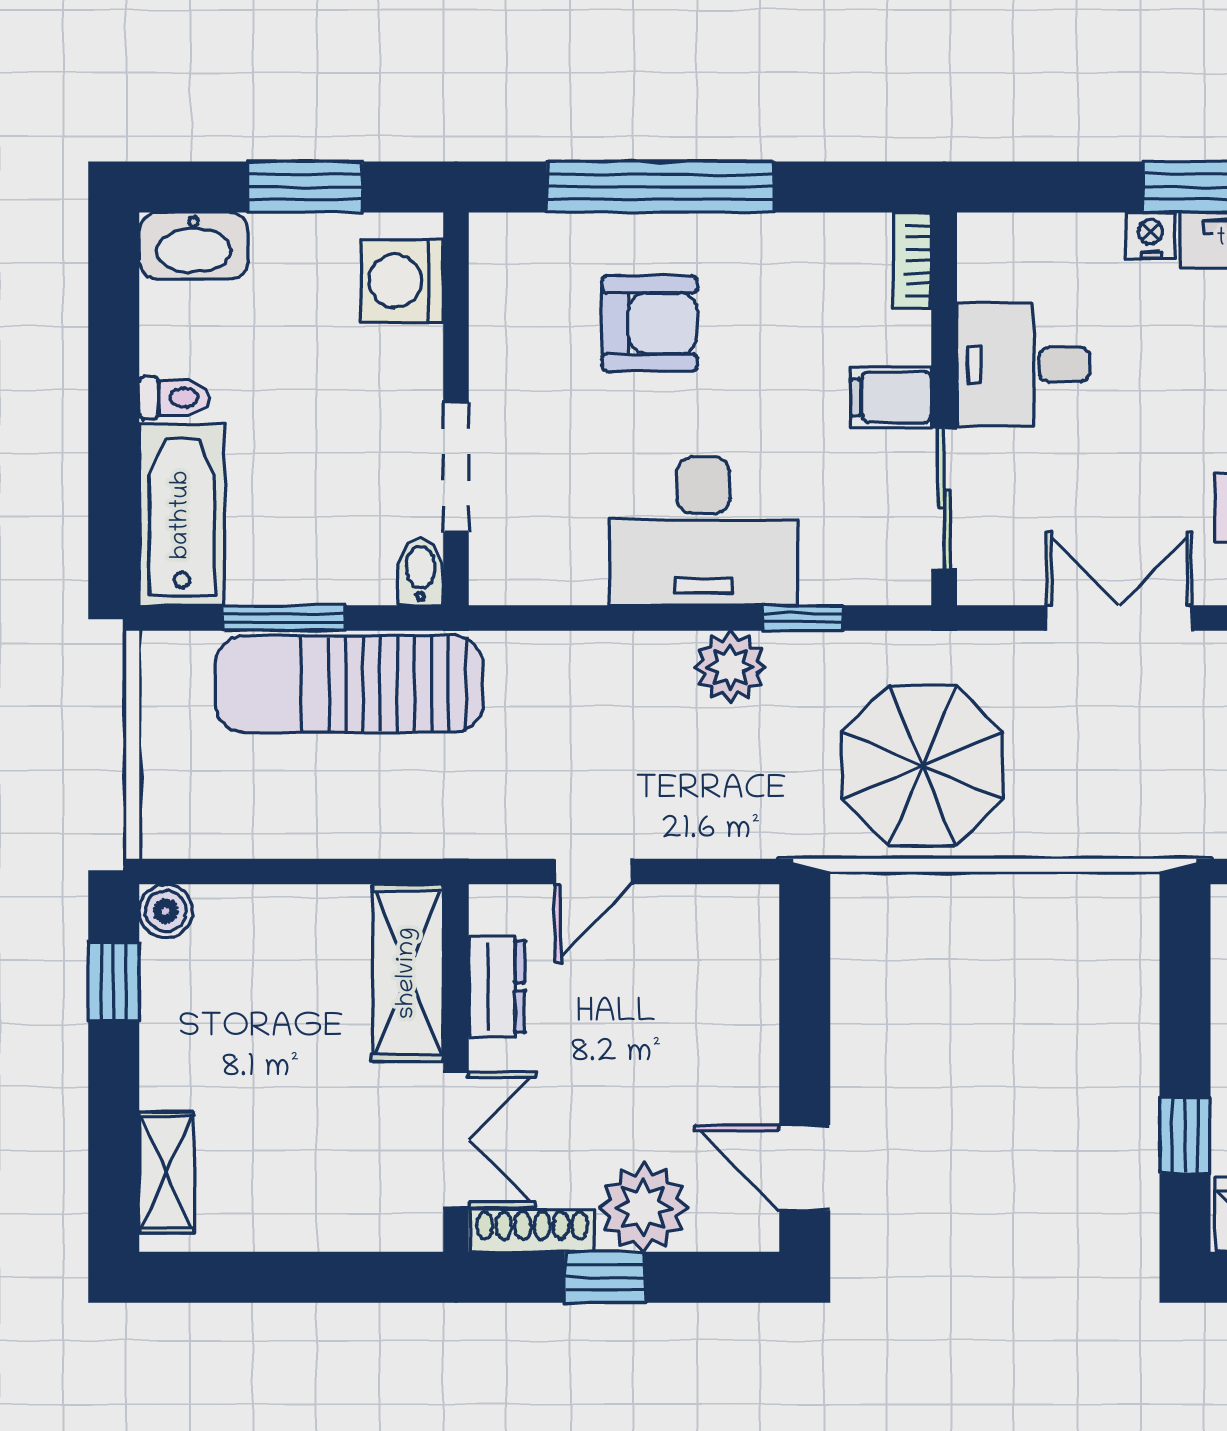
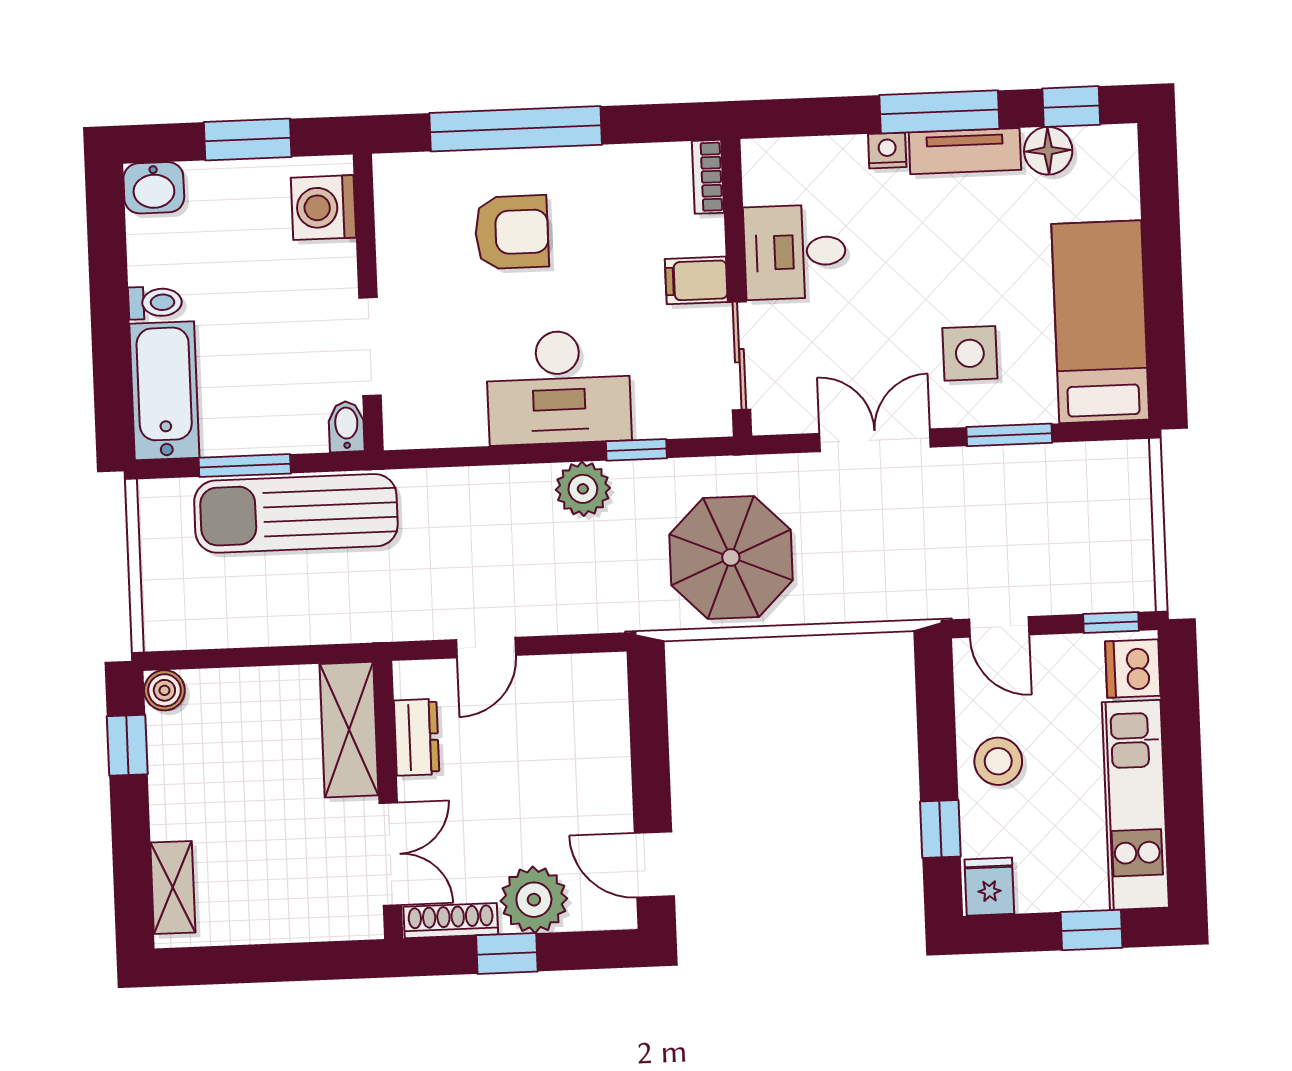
washbasin: (194, 246) -> (154, 188), width x0.72

